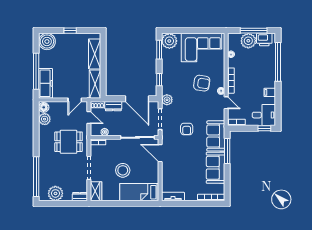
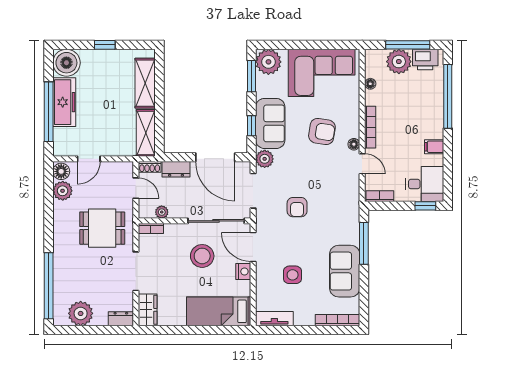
freezer: (46, 83) -> (64, 102), moved
door: (75, 100) -> (89, 159), moved
sofa: (216, 136) -> (270, 123), moved, turned 180
nightstand: (154, 168) -> (243, 271), added
stool: (123, 170) -> (202, 256), moved
side table: (184, 170) -> (293, 275), added

